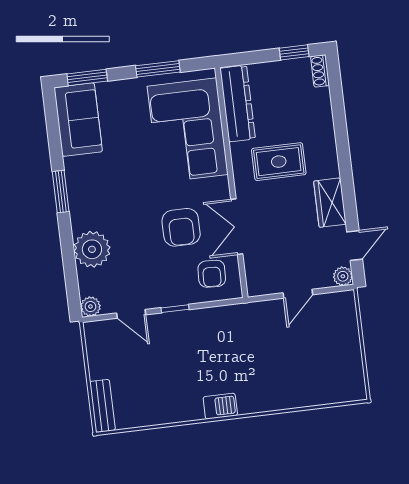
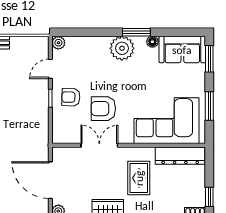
floor lamp: (72, 166) -> (152, 42), added
plant: (92, 249) -> (122, 48), moved
armchair: (212, 274) -> (71, 97), moved
door: (298, 294) -> (50, 180), width x1.88

